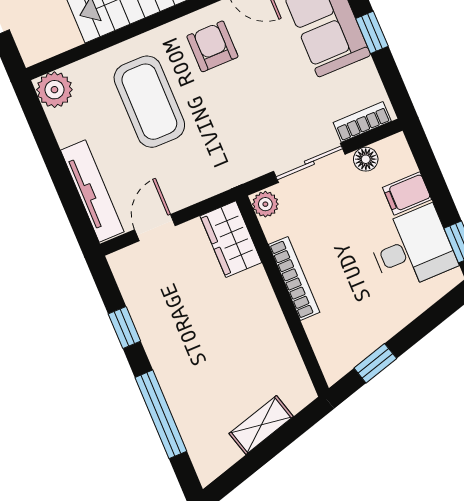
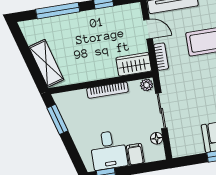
bookcase: (362, 122) -> (161, 57), moved
window: (375, 363) -> (57, 119), width x1.50
shelving: (261, 425) -> (46, 63), width x1.50, depth x1.33

